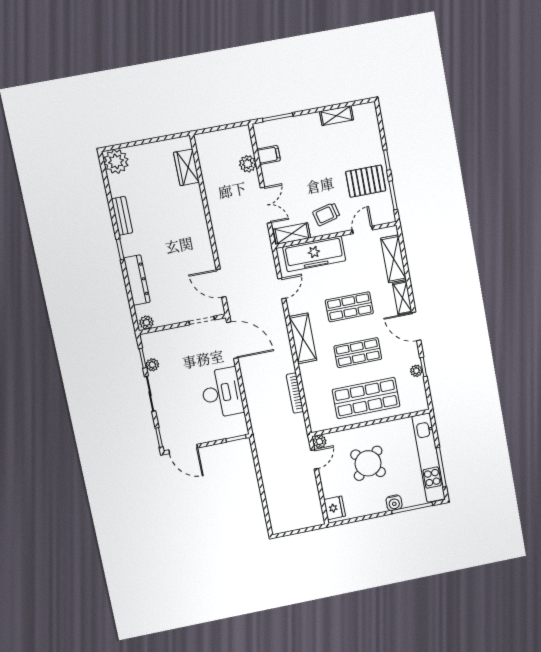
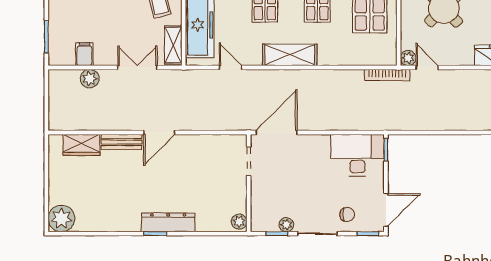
bench: (122, 216) -> (121, 142), moved
dresser: (137, 280) -> (168, 222), moved
door: (221, 283) -> (159, 132), moved
desk: (222, 393) -> (357, 155), moved
bookcase: (295, 393) -> (387, 75), moved
chair: (172, 416) -> (347, 214), added

